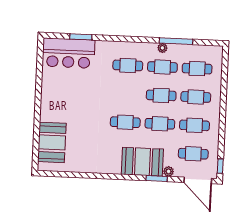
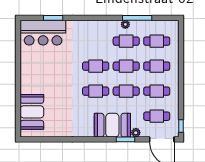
cafe table: (128, 65) -> (96, 66), moved

